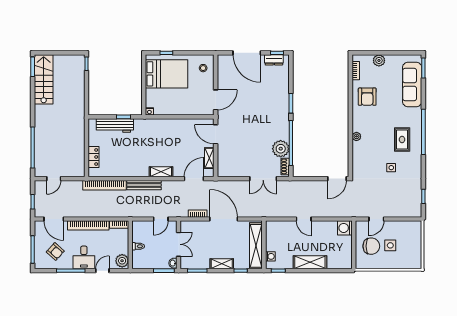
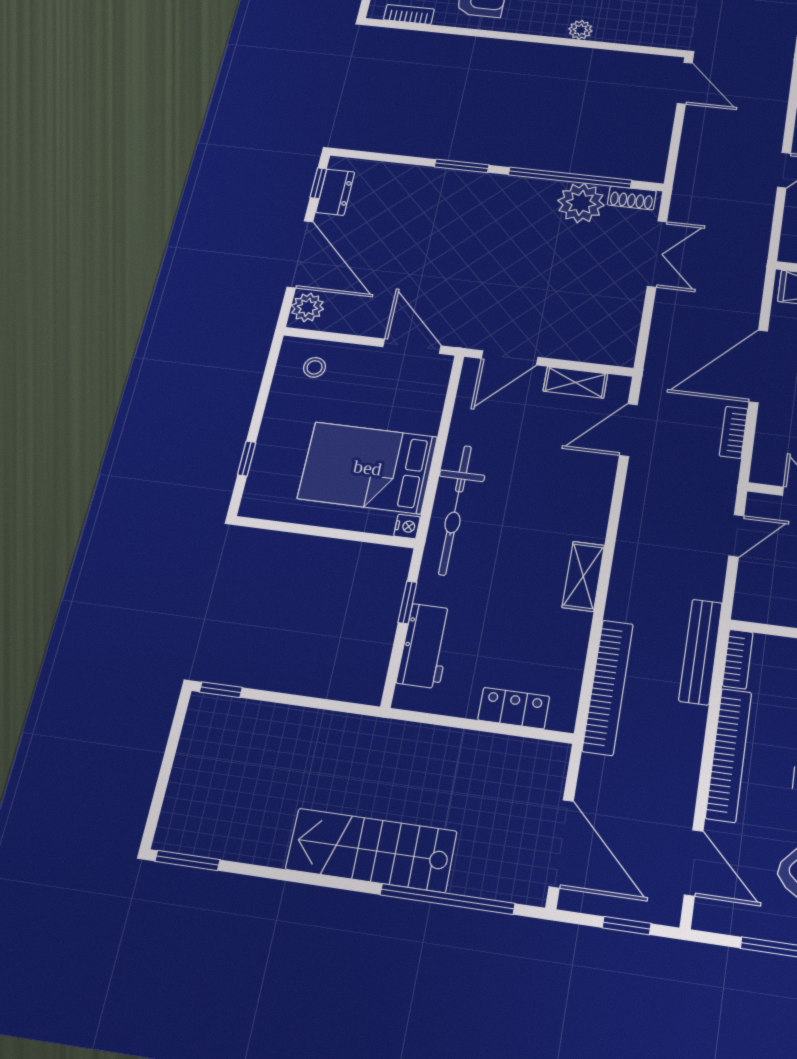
door: (247, 53) -> (300, 254), hinge flipped
plant: (226, 60) -> (307, 307), added
bed: (167, 74) -> (368, 468), moved, turned -90
stairs: (44, 79) -> (371, 850), moved
workbench: (115, 125) -> (425, 646), width x0.73
bicycle: (157, 126) -> (455, 510), added
shelving: (161, 172) -> (583, 576), moved
door: (54, 179) -> (561, 844), width x1.88
door: (194, 179) -> (628, 430), hinge flipped
bench: (144, 185) -> (701, 652), moved
door: (54, 219) -> (694, 863), hinge flipped
door: (161, 219) -> (736, 536), hinge flipped

